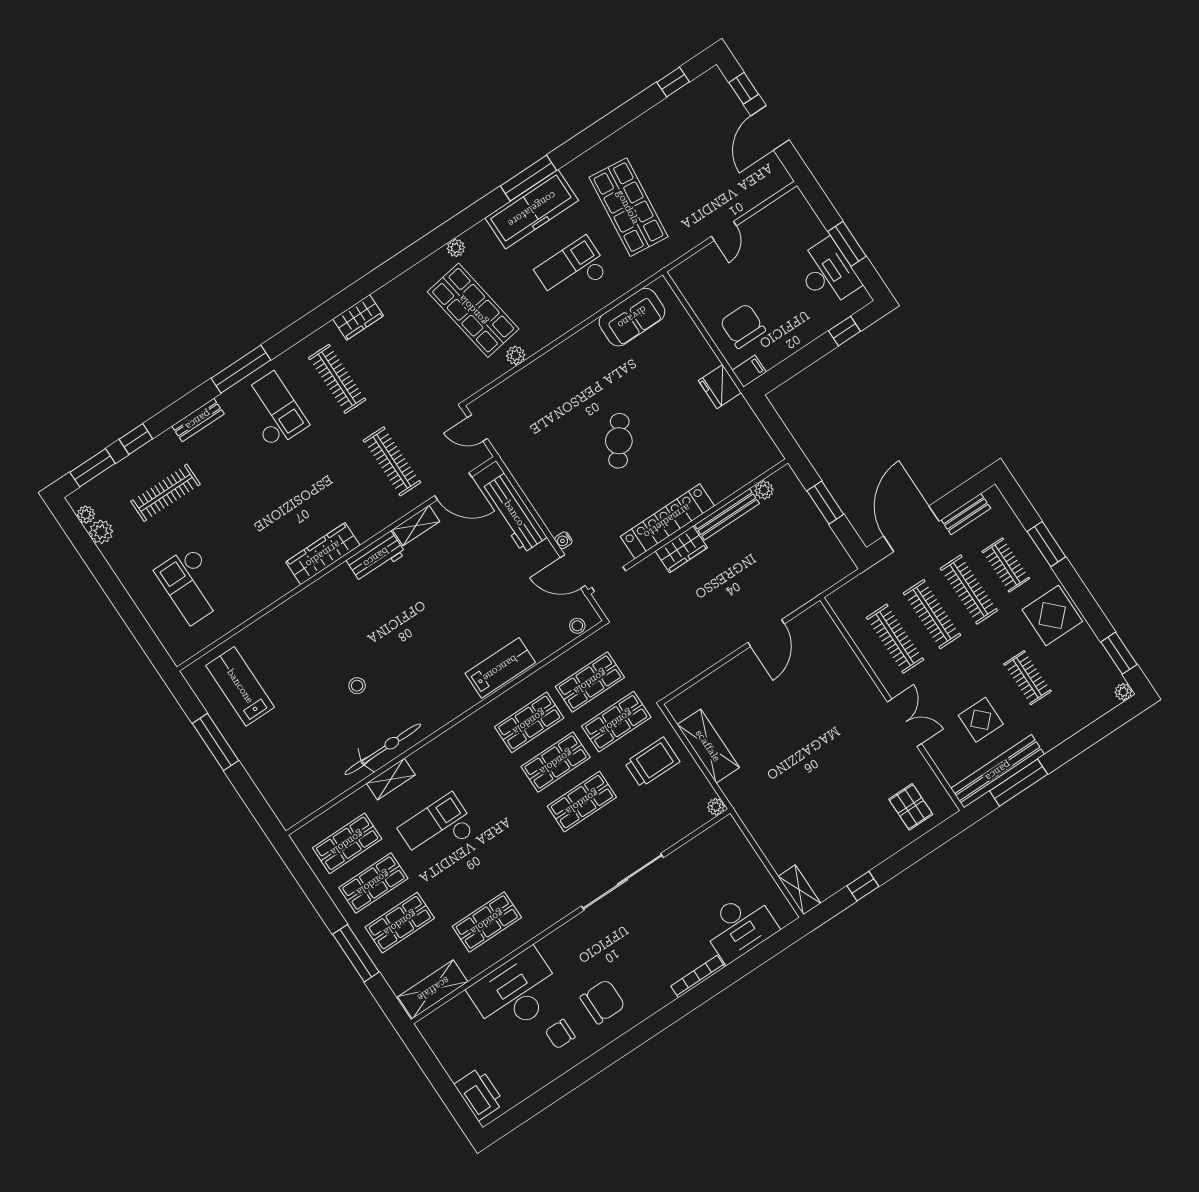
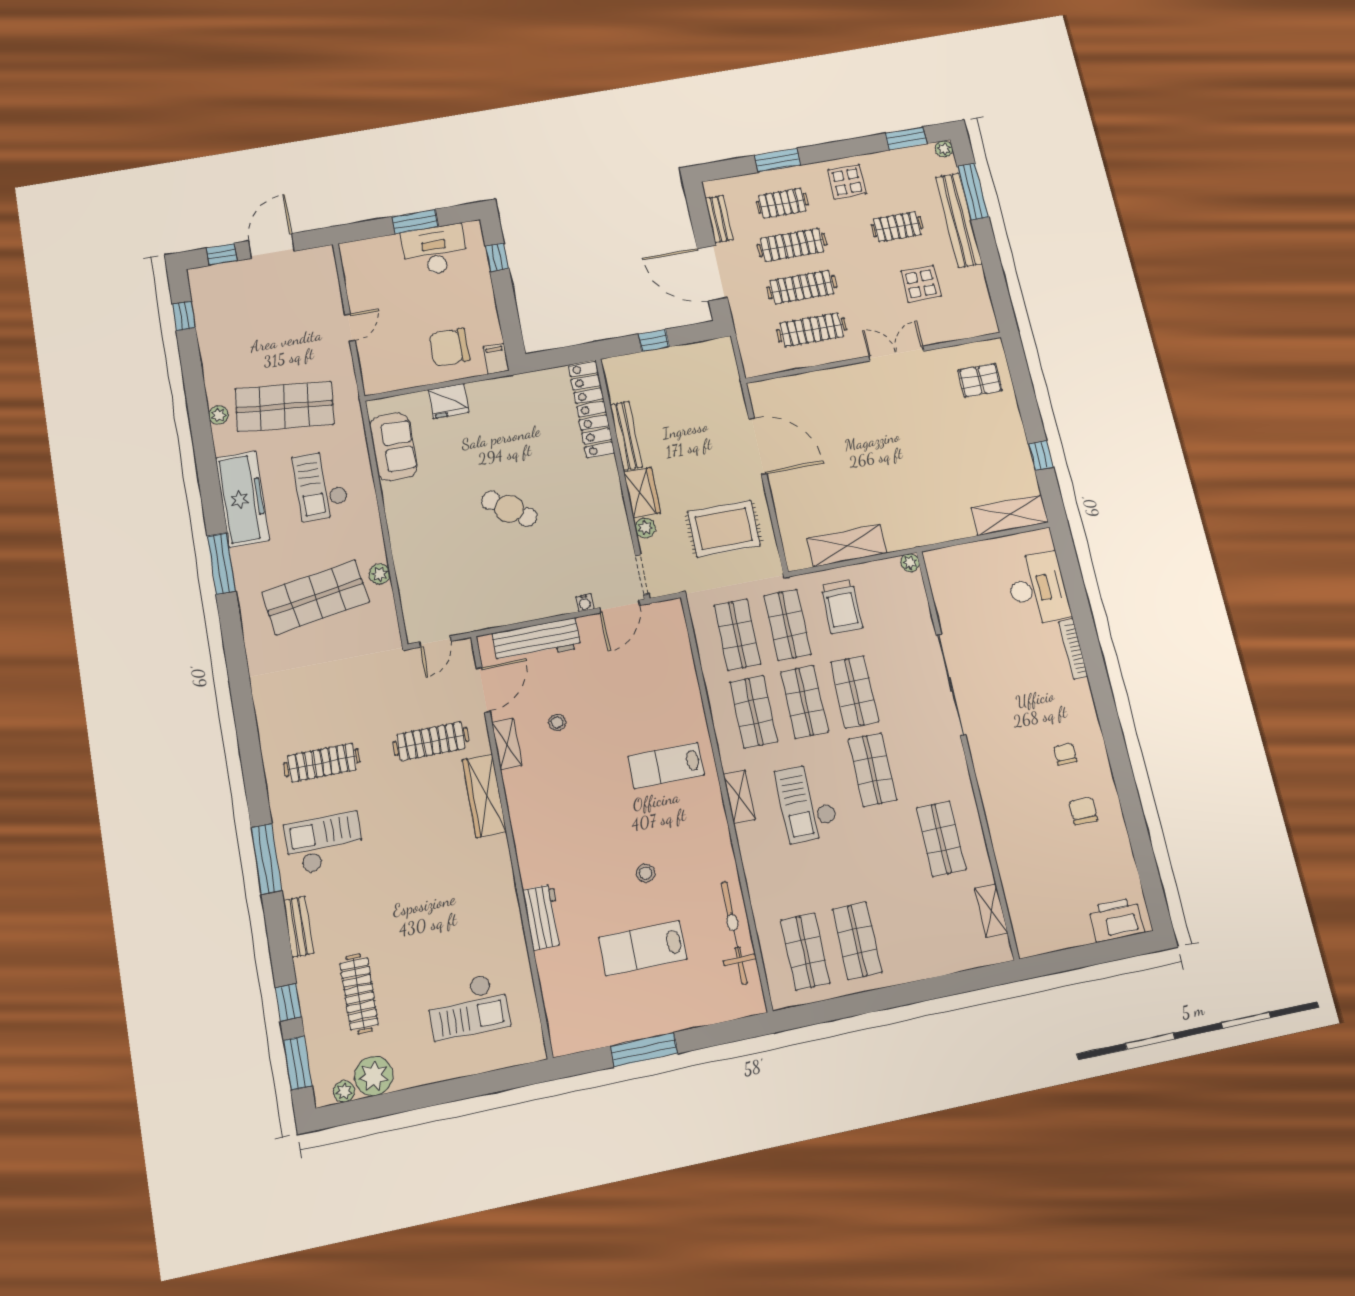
door: (770, 128) -> (271, 246), swing flipped
window: (528, 178) -> (222, 564), moved
door: (724, 231) -> (350, 328), hinge flipped
plant: (456, 248) -> (219, 415), moved
wardrobe: (358, 317) -> (269, 715), removed
fridge: (720, 387) -> (448, 401), moved
plant: (764, 490) -> (645, 528), moved
window: (825, 503) -> (654, 340), width x0.67
locker: (667, 521) -> (591, 409), moved
plant: (101, 532) -> (374, 1076), width x1.36, depth x1.36
wardrobe: (323, 554) -> (484, 796), moved
workbench: (376, 557) -> (543, 917), moved
display table: (1052, 616) -> (847, 182), width x0.73, depth x0.73
stool: (577, 626) -> (557, 722), moved
rug: (679, 633) -> (724, 529), added
door: (766, 633) -> (758, 446), width x1.36
lab bench: (500, 668) -> (666, 765), moved, turned -90
lab bench: (240, 686) -> (643, 948), moved
bicycle: (383, 749) -> (734, 933), moved
trolley: (652, 762) -> (842, 607), turned 180
bench: (998, 771) -> (959, 220), moved
shelving: (391, 779) -> (739, 797), moved
window: (1019, 783) -> (973, 192), moved
checkout: (437, 829) -> (807, 803), moved
shelving: (799, 890) -> (1010, 515), width x1.50, depth x1.33
shop shelf: (400, 923) -> (872, 770), moved
window: (356, 953) -> (924, 990), removed
shelving: (433, 989) -> (991, 911), width x0.67, depth x0.75
desk: (516, 992) -> (1024, 838), removed
chair: (603, 1002) -> (1065, 754), width x0.54, depth x0.54
chair: (560, 1034) -> (1083, 811), turned 180

